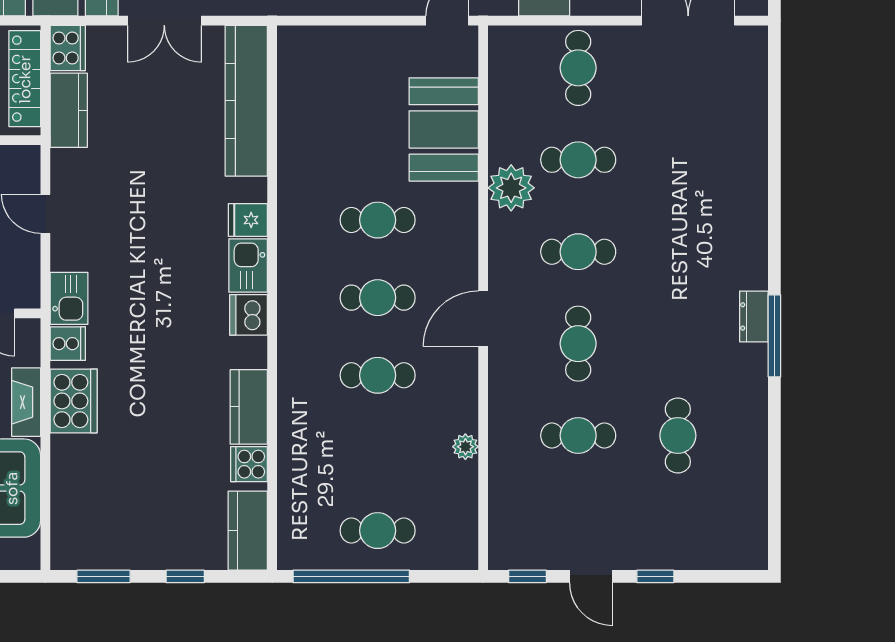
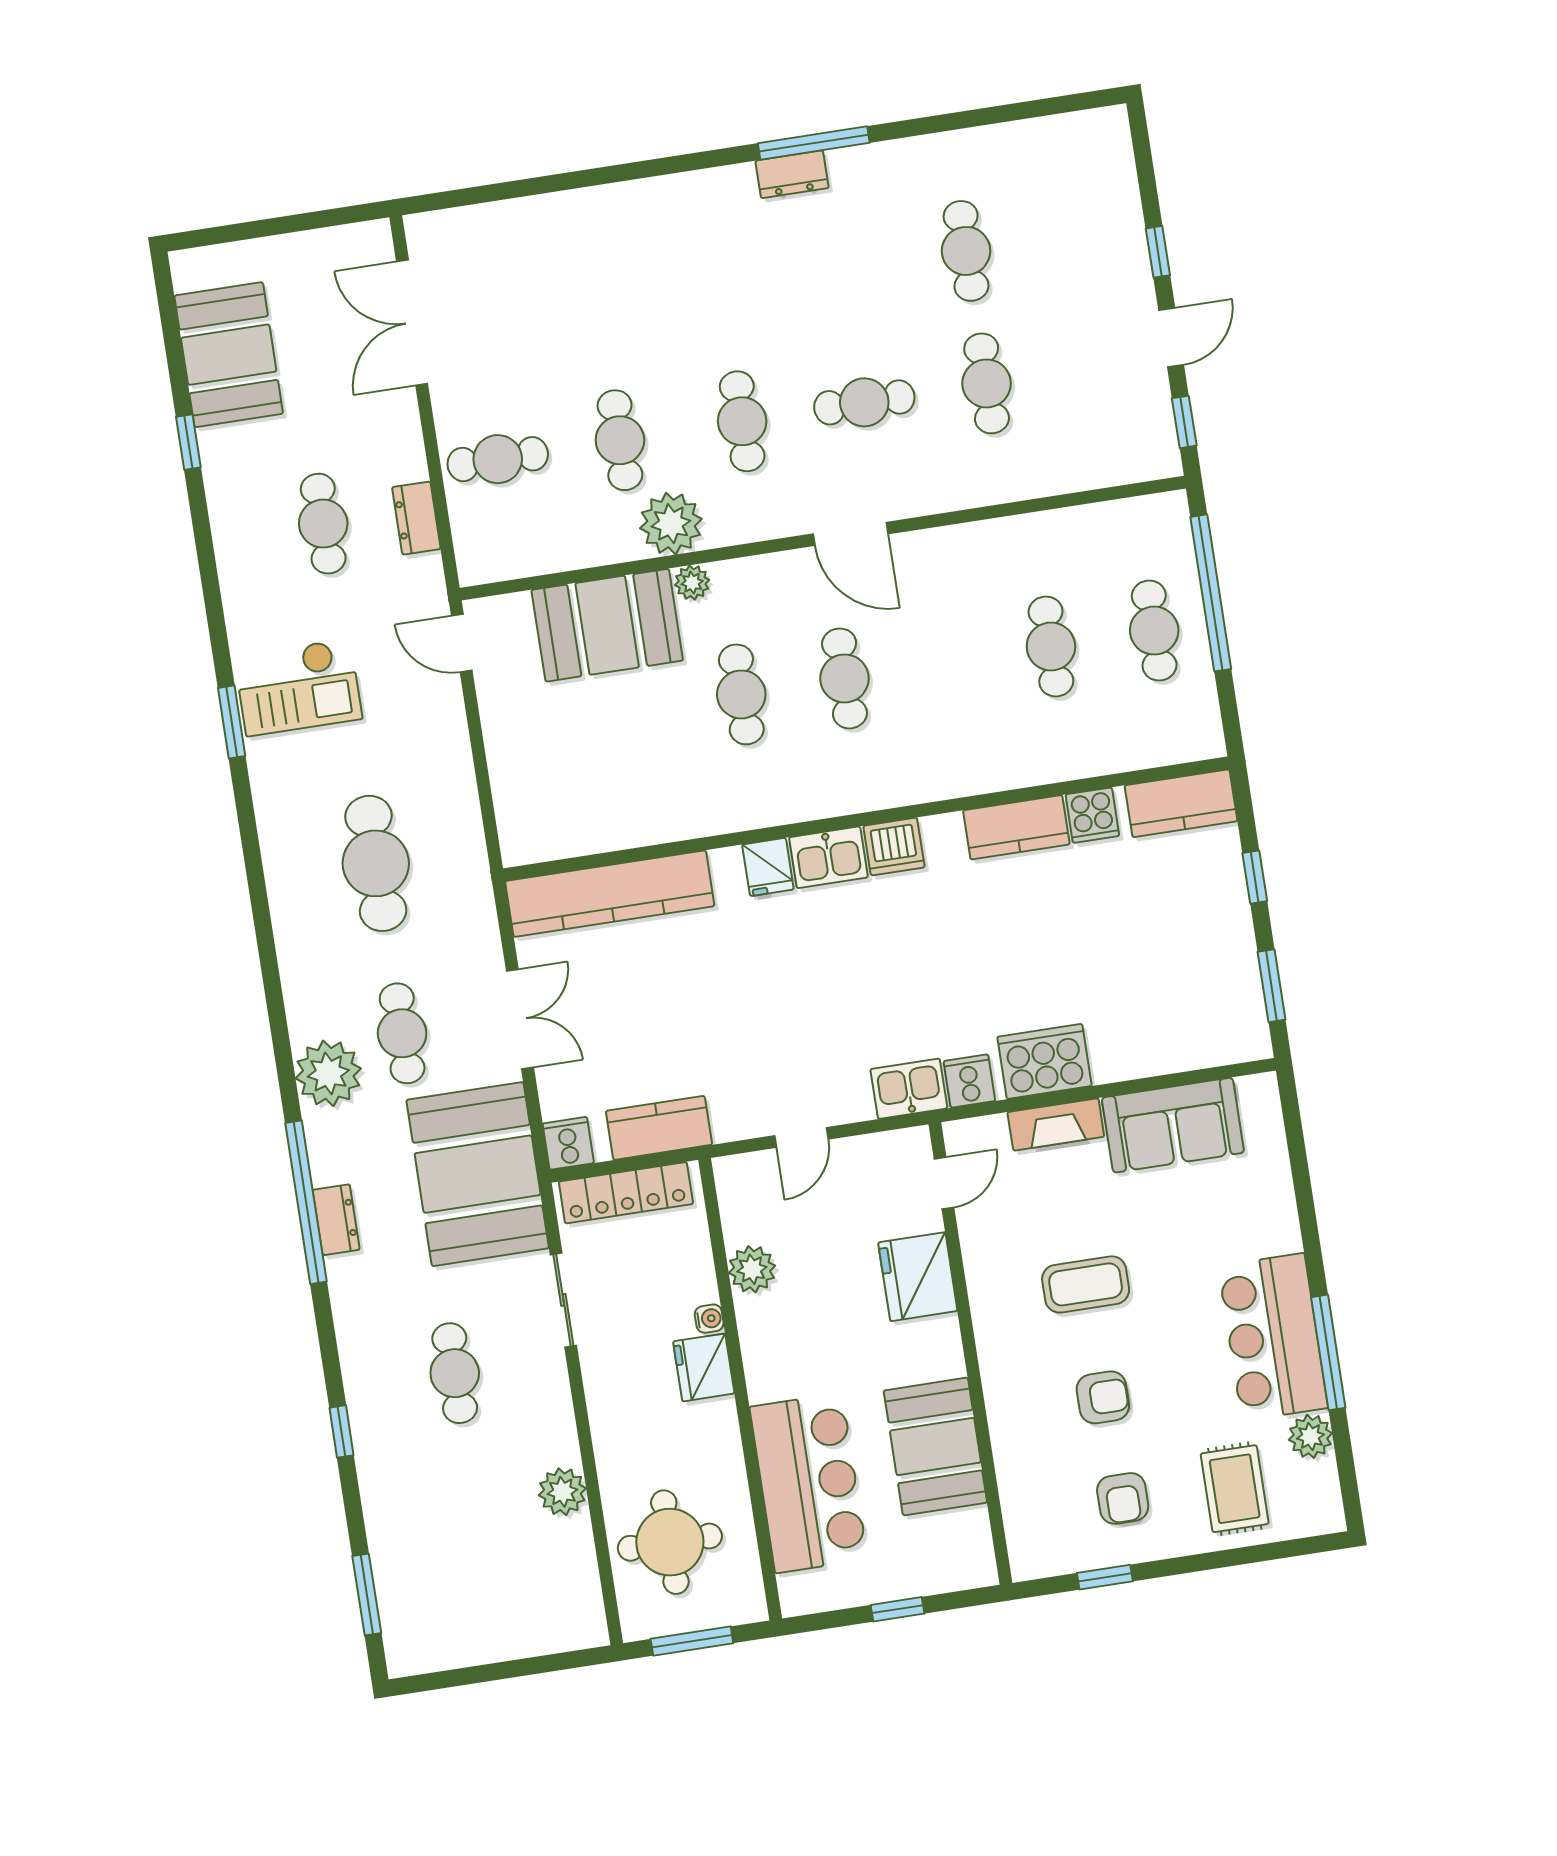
cooker: (68, 48) -> (568, 1143), width x0.73
cafe table: (378, 375) -> (1051, 646), moved
cafe table: (678, 435) -> (966, 251), turned 90
plant: (465, 447) -> (692, 583), moved
window: (351, 576) -> (1211, 593), moved

